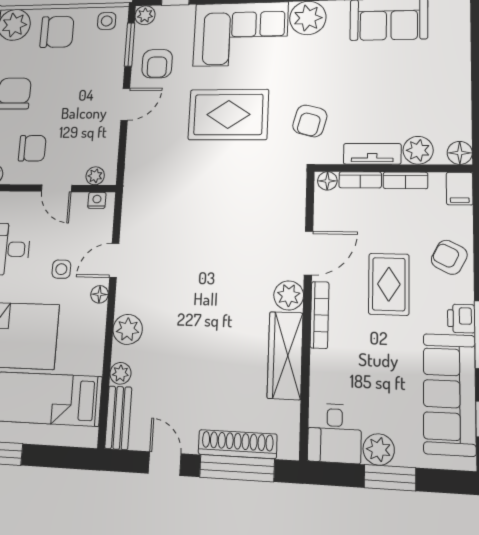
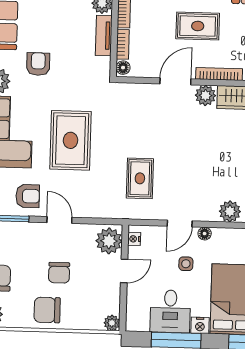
armchair: (310, 121) -> (38, 64), moved, turned -105
chair: (32, 148) -> (59, 273), moved, turned 180
plant: (95, 176) -> (109, 241), width x1.88, depth x1.88
rug: (176, 207) -> (140, 178), added
door: (309, 253) -> (175, 81), hinge flipped
door: (114, 260) -> (180, 224), hinge flipped

